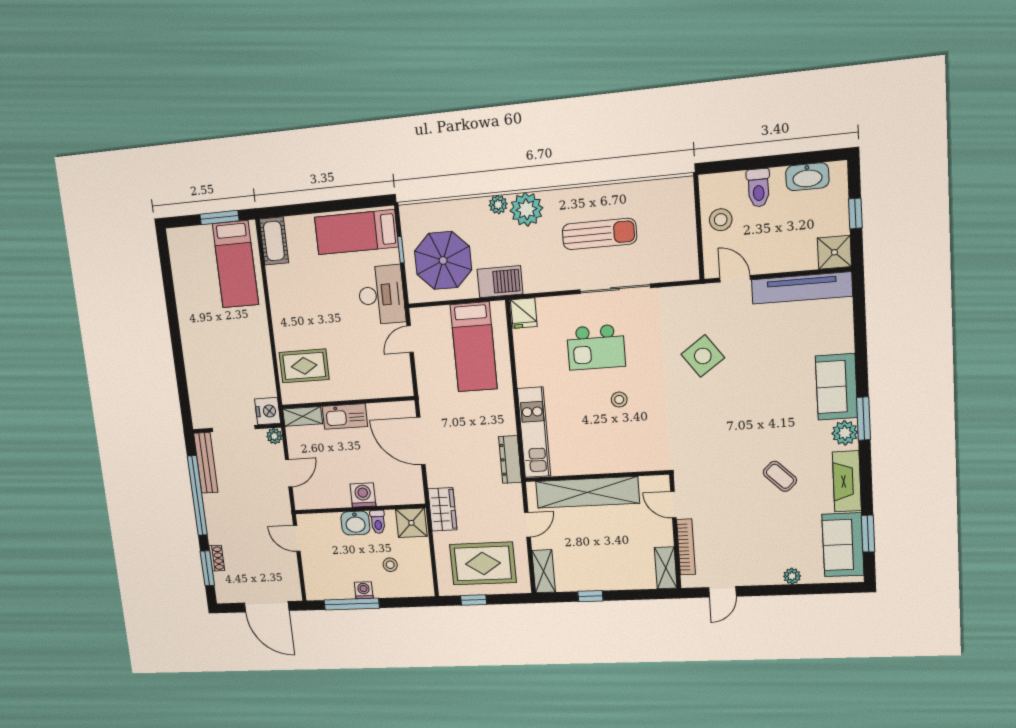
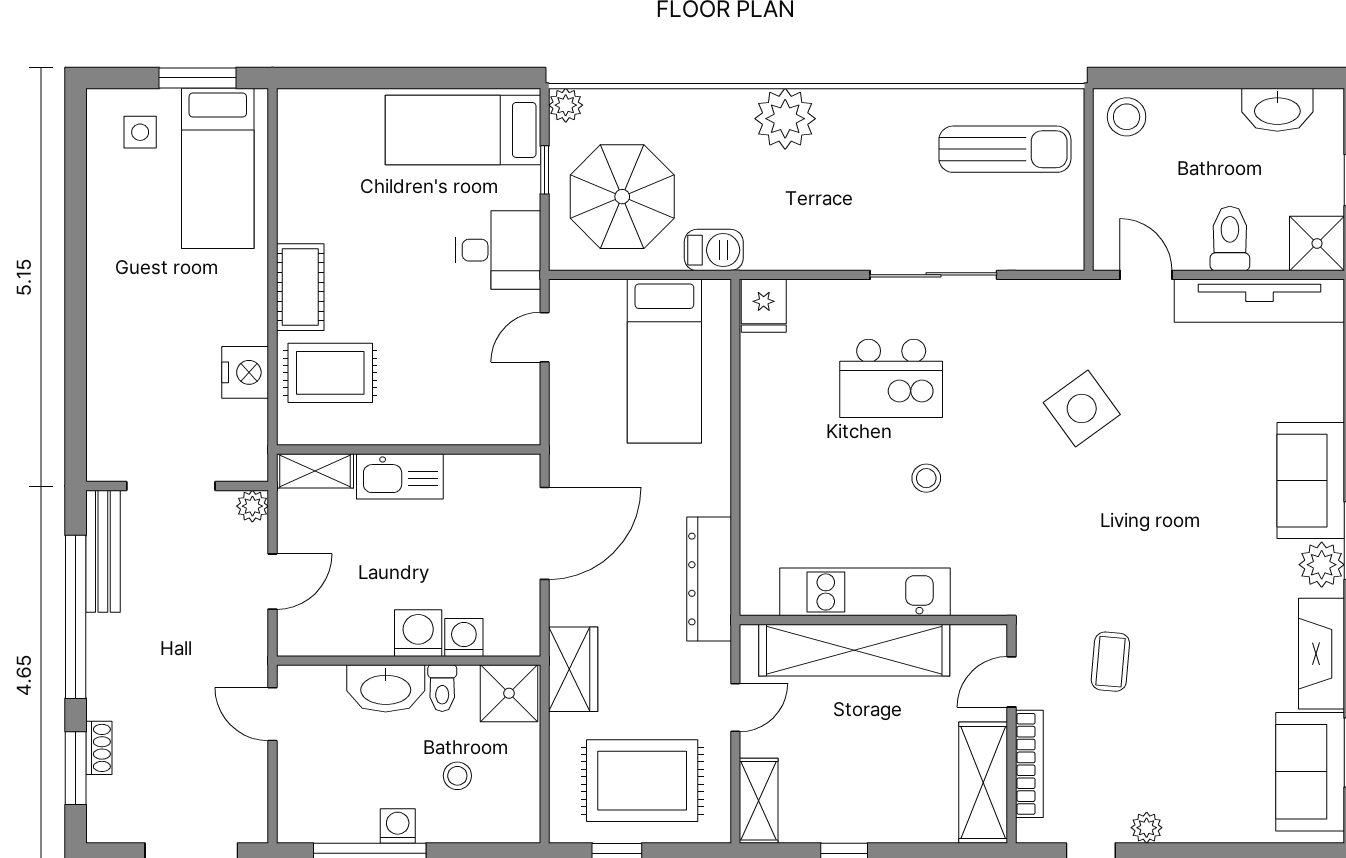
toilet: (758, 188) -> (1230, 238), moved, turned 180
plant: (498, 205) -> (566, 105), moved
stool: (721, 220) -> (1127, 117), moved
sun lounger: (599, 234) -> (1005, 149), moved
cot: (274, 241) -> (300, 287), moved
side table: (195, 249) -> (140, 132), added
barbecue: (500, 282) -> (714, 250), width x0.73, depth x0.79
desk: (381, 295) -> (498, 250), width x0.73
nightstand: (268, 411) -> (245, 372), moved
kitchen unit: (534, 432) -> (865, 592), moved, turned -90
door: (421, 441) -> (545, 533), swing flipped
dresser: (510, 459) -> (709, 579), width x1.37, depth x1.24
coffee table: (780, 476) -> (1110, 662), moved, turned 50
washing machine: (386, 496) -> (464, 638), added
door: (673, 505) -> (1011, 682), hinge flipped
washbasin: (355, 523) -> (386, 688), width x1.38
shelving: (666, 568) -> (983, 783), width x1.50, depth x1.33
plant: (792, 576) -> (1147, 828), moved

